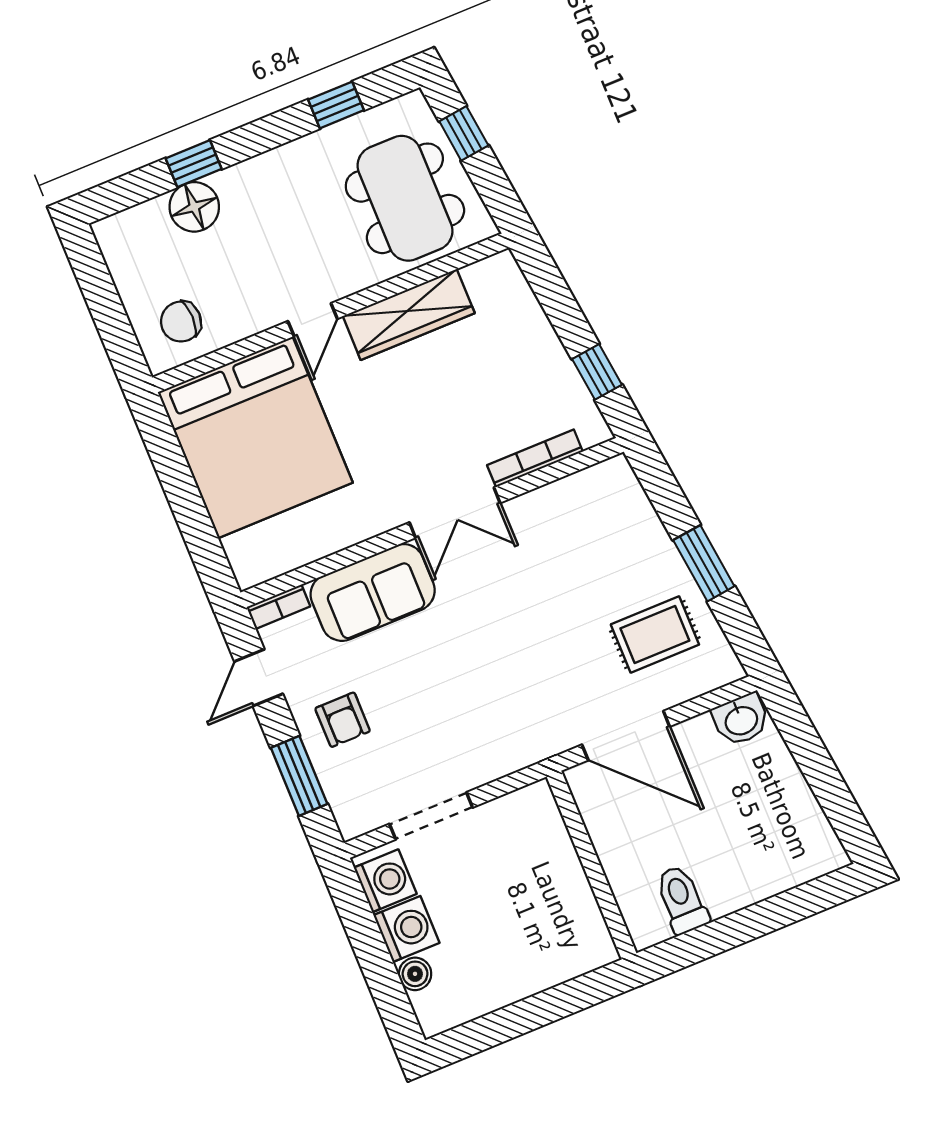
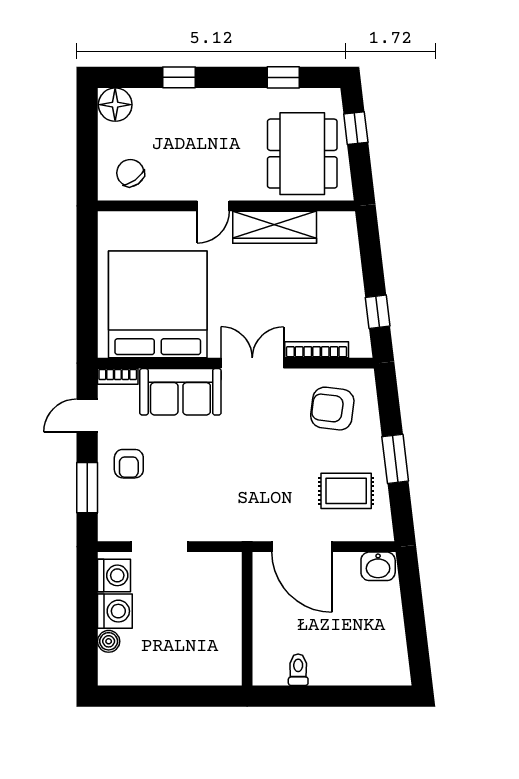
floor lamp: (194, 207) -> (115, 105), moved
chair: (181, 322) -> (130, 173), turned 54
bed: (256, 437) -> (158, 304), moved, turned 180
double door: (455, 513) -> (252, 363), swing flipped
armchair: (590, 530) -> (332, 409), added
toilet: (682, 900) -> (298, 670), width x0.73, depth x0.72

